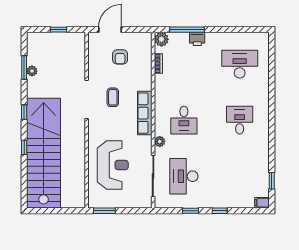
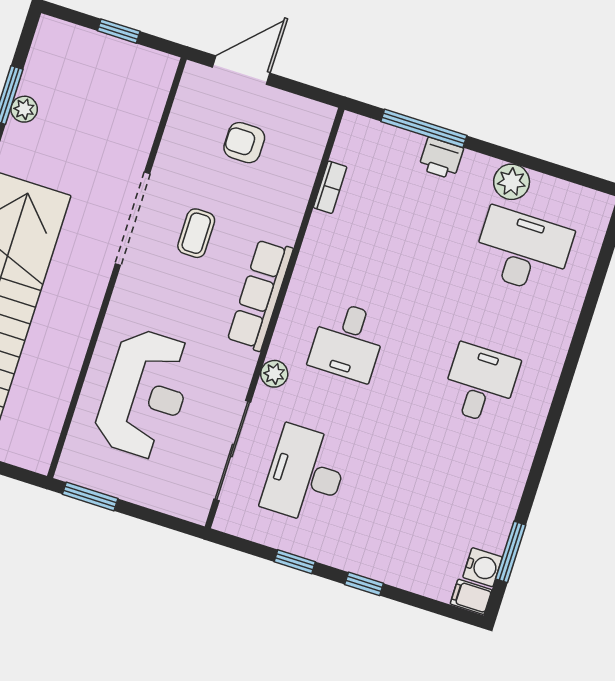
plant: (161, 39) -> (512, 182), moved
armchair: (120, 57) -> (244, 143), turned 90
window: (272, 181) -> (511, 552), width x1.50
water cooler: (263, 190) -> (483, 567), added

